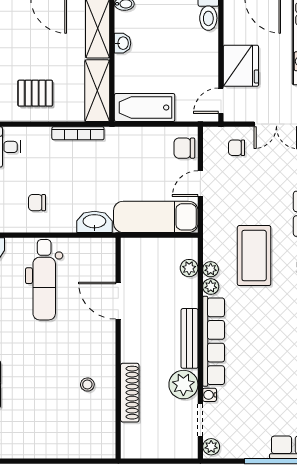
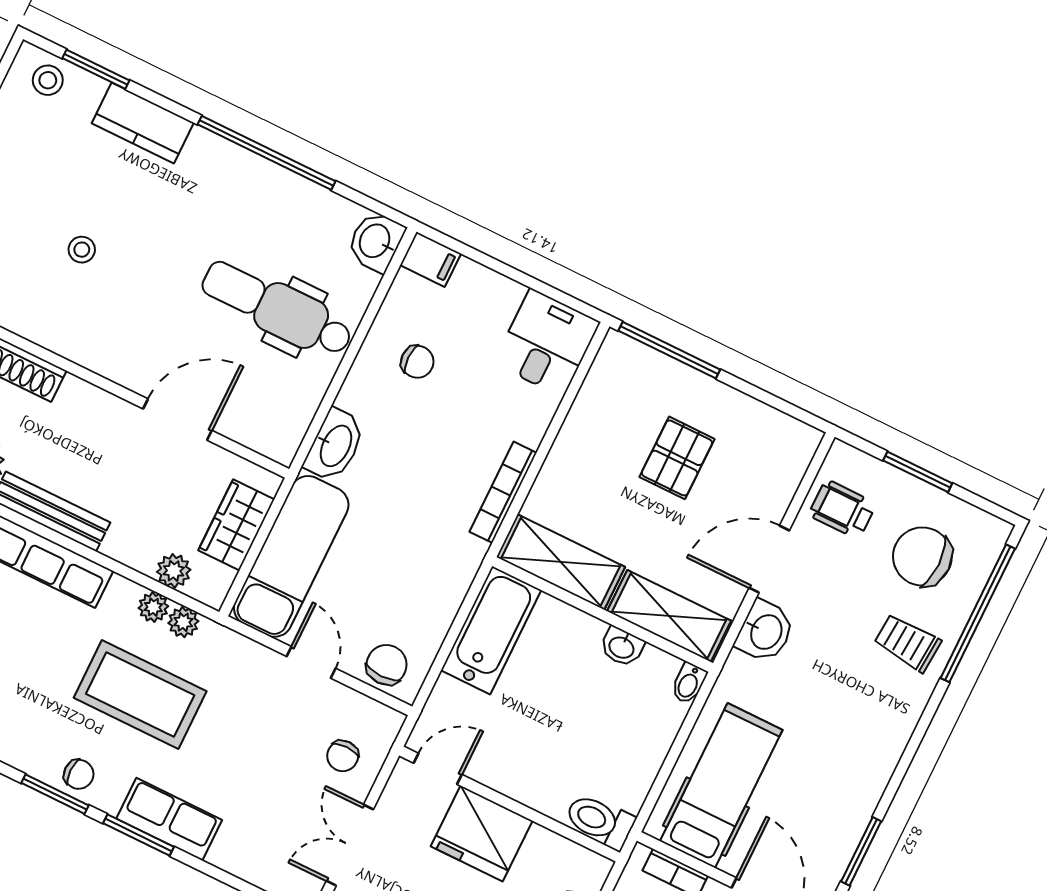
pallet: (35, 93) -> (677, 458), moved
door: (221, 101) -> (438, 769), hinge flipped
chair: (237, 148) -> (343, 756), turned 180
chair: (37, 203) -> (417, 362), turned 90
wardrobe: (154, 249) -> (236, 525), added
plant: (211, 287) -> (183, 622), moved
stool: (87, 385) -> (82, 250), moved

